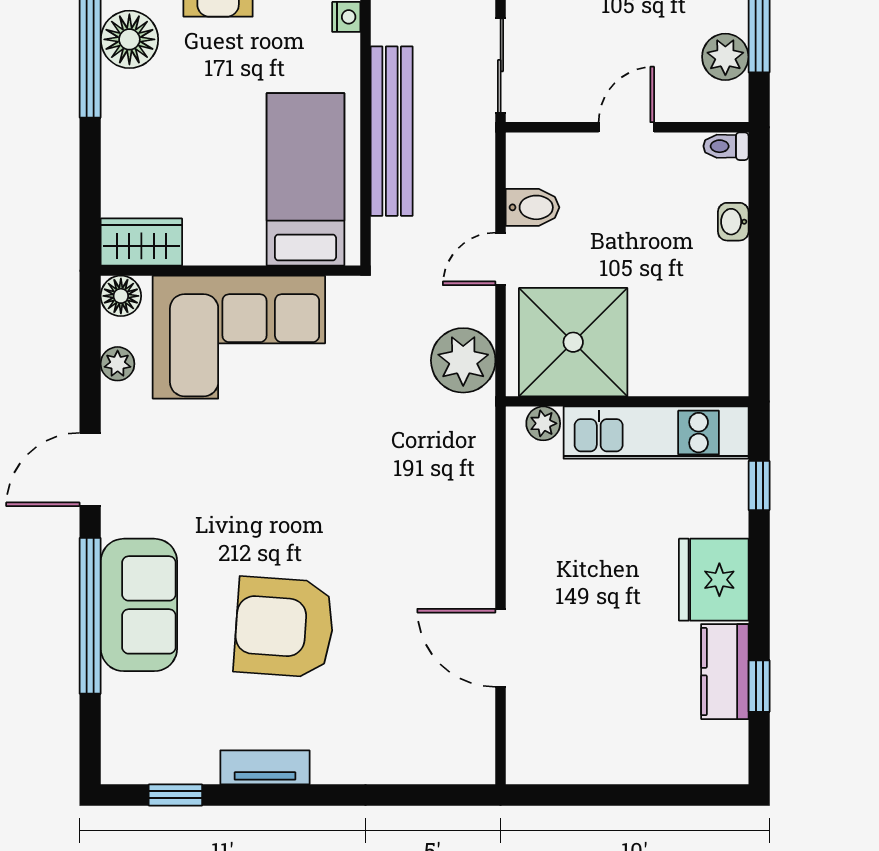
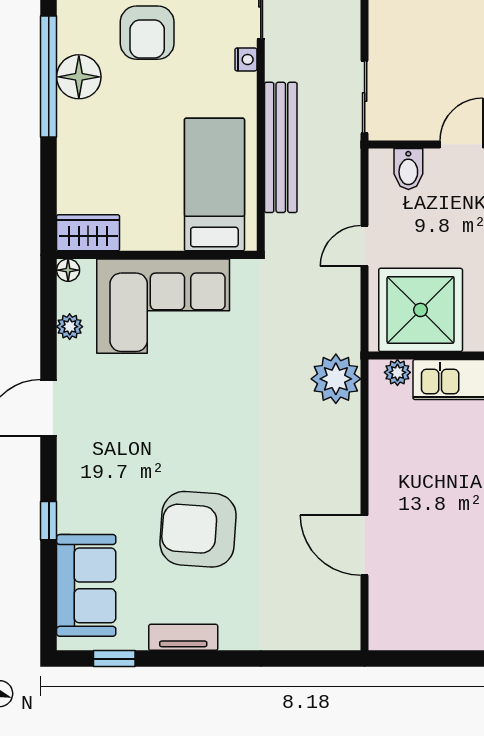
bidet: (532, 207) -> (408, 169), moved, turned 90
floor lamp: (121, 296) -> (68, 270), width x0.73, depth x0.73
plant: (463, 360) -> (336, 379), moved
sofa: (139, 605) -> (86, 585), moved
window: (90, 616) -> (49, 521), width x0.32

